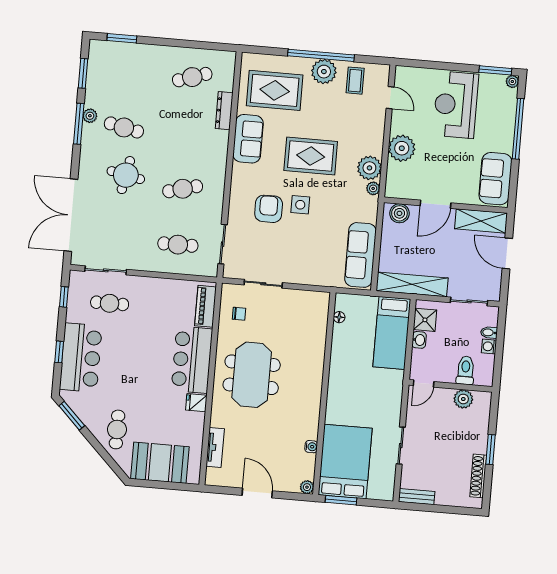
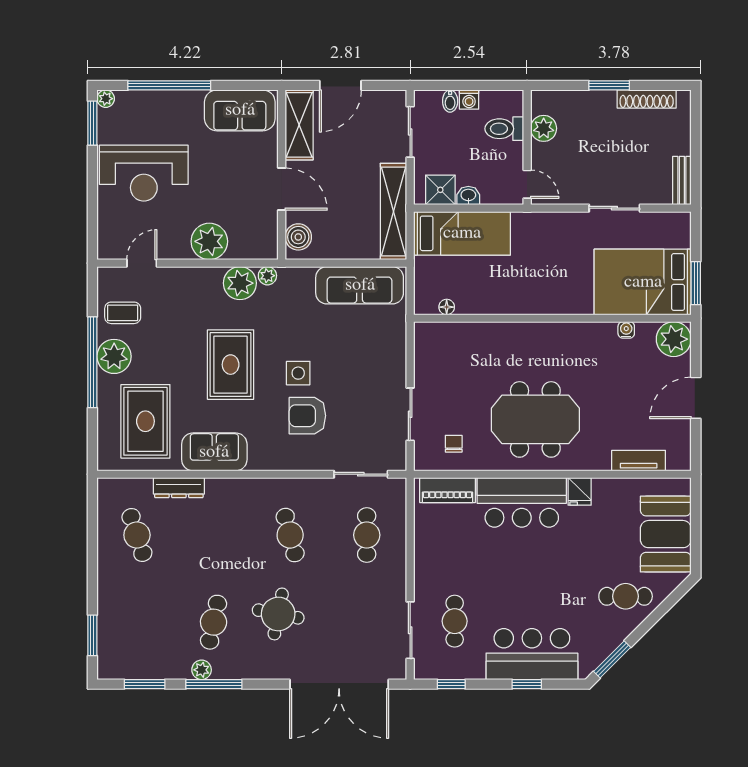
plant: (307, 487) -> (674, 339), width x1.87, depth x1.87

